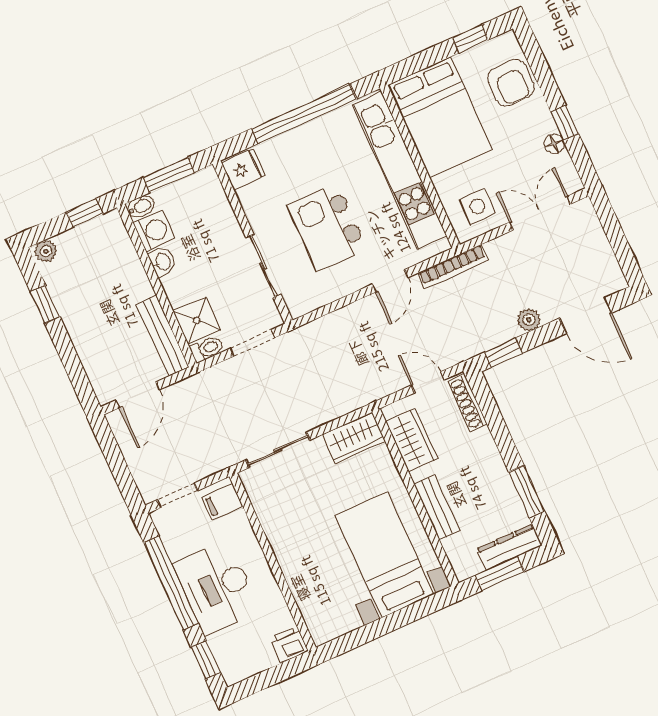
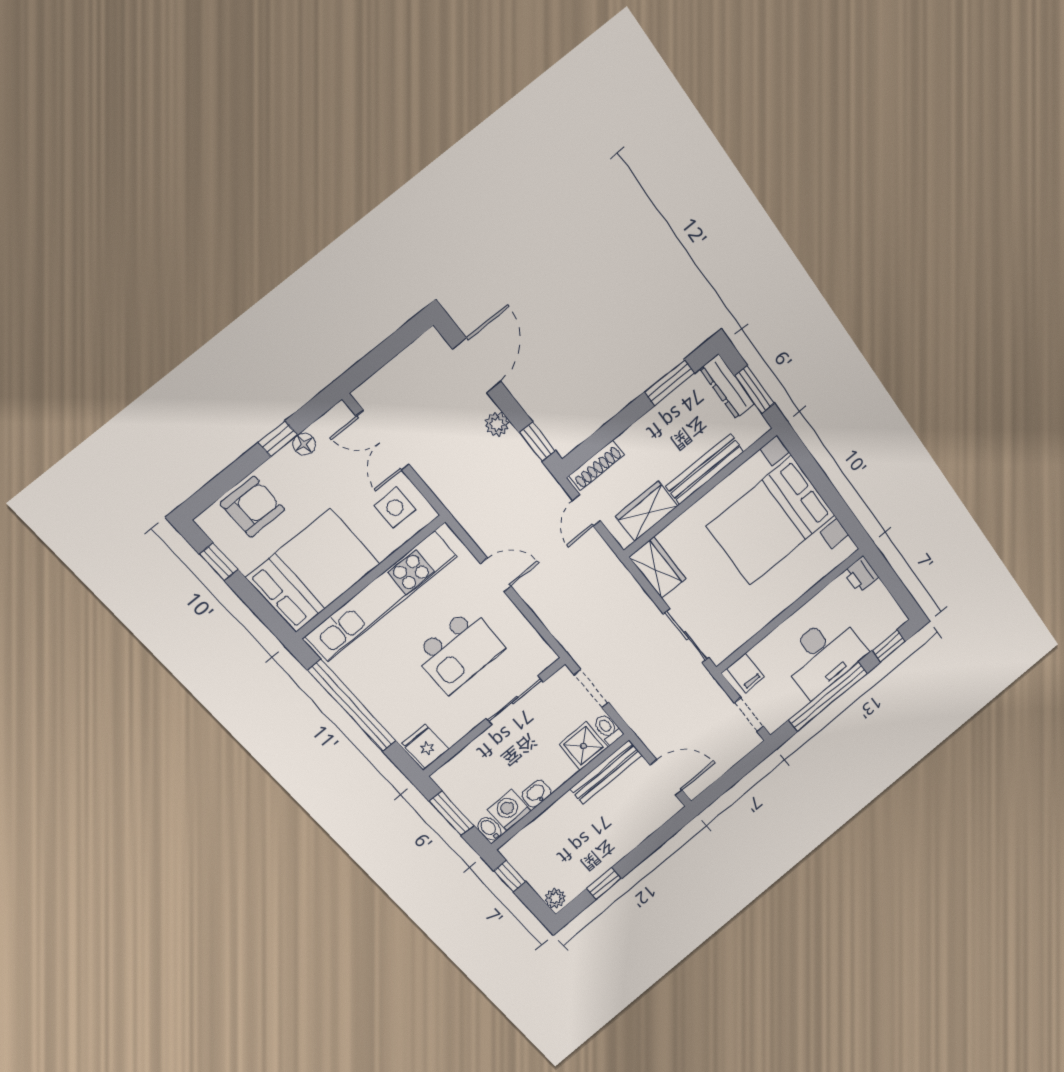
bookcase: (453, 267) -> (464, 516), removed
bench: (437, 507) -> (705, 469), width x1.36
bed with nightstands: (385, 555) -> (771, 521), width x1.36

